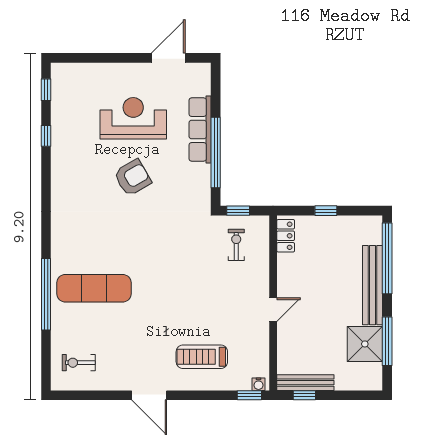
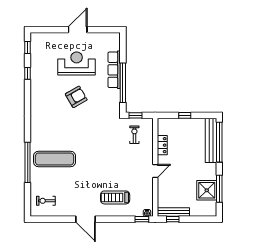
door: (168, 58) -> (78, 30), moved
locker: (286, 236) -> (162, 145), moved
bench: (373, 285) -> (211, 140), moved

